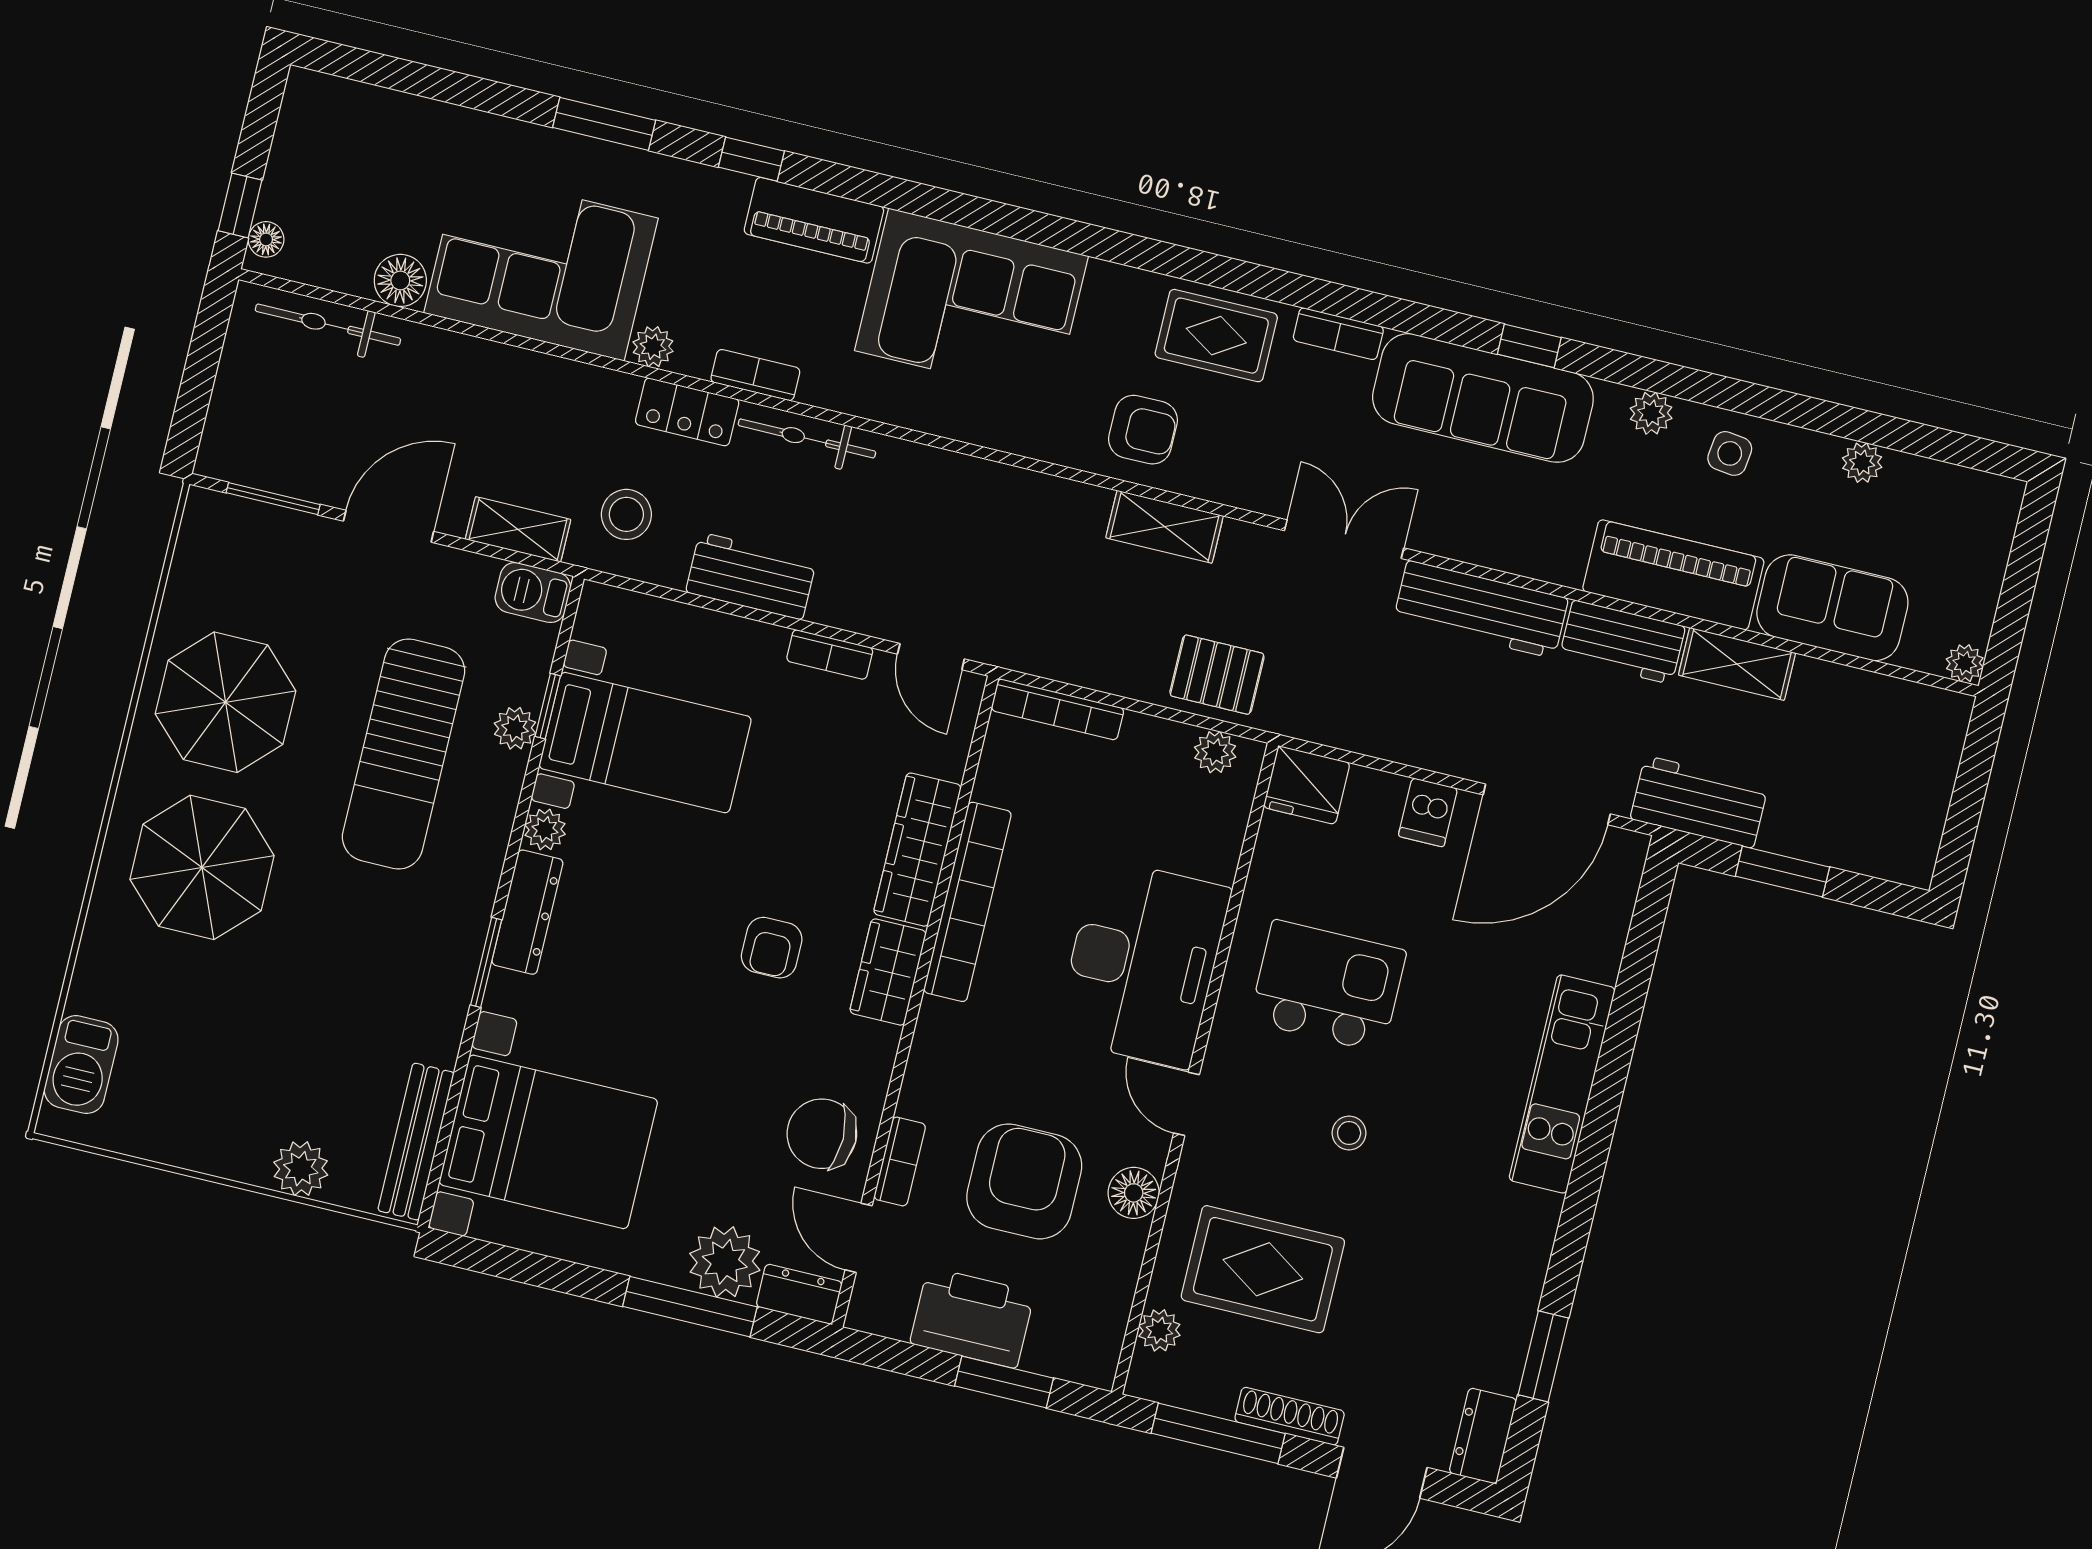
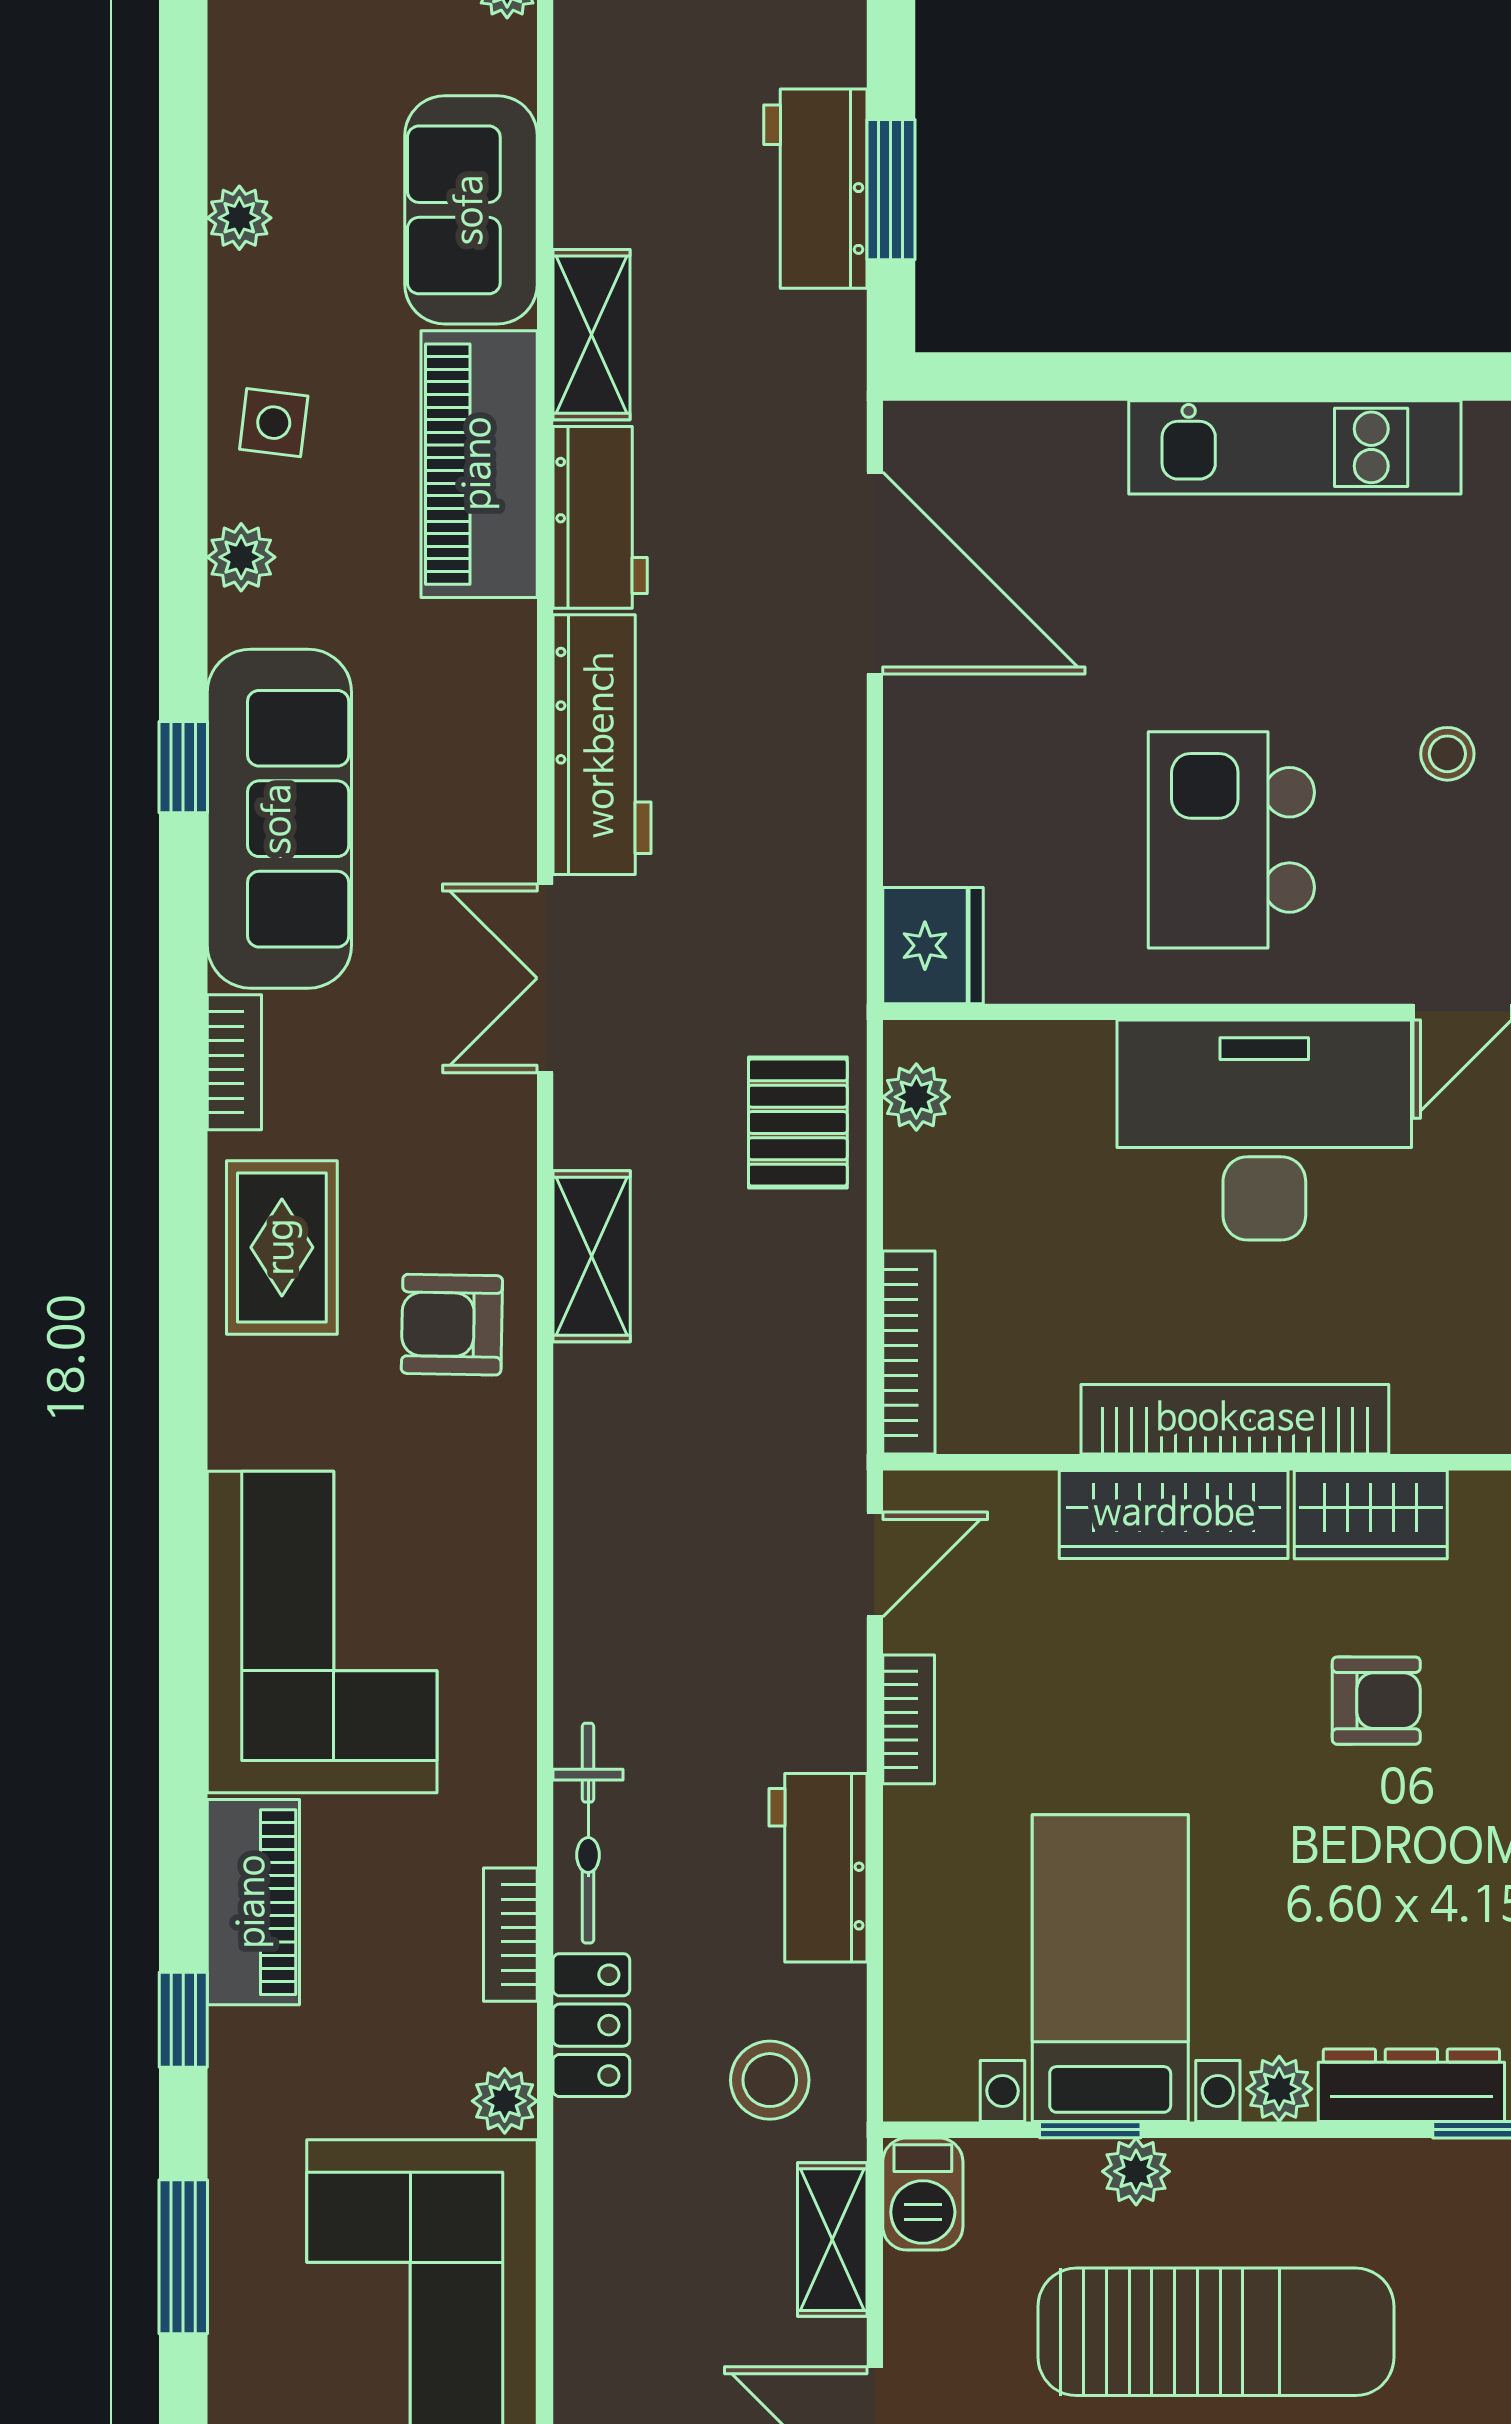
armchair: (1143, 430) -> (452, 1325), turned -89
workbench: (1699, 802) -> (815, 189), moved
dishwasher: (1428, 812) -> (930, 751), removed

